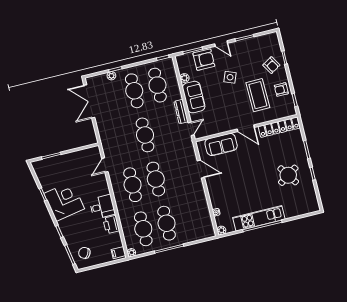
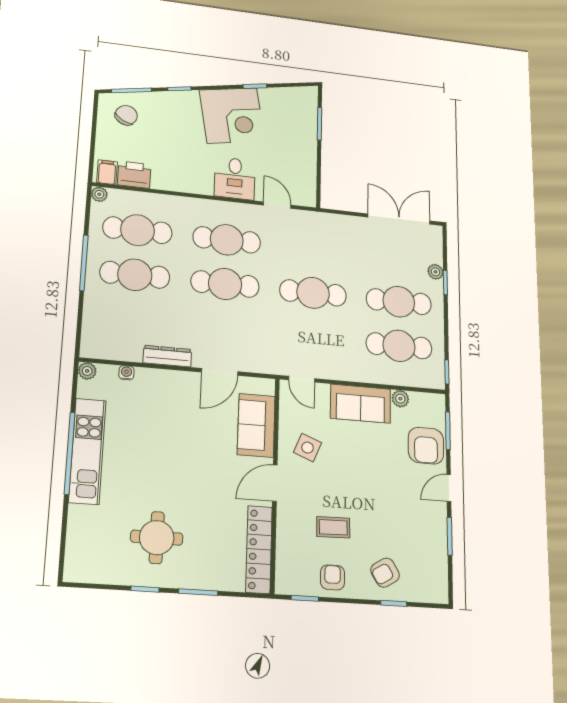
side table: (230, 77) -> (307, 448), moved
coffee table: (258, 95) -> (333, 527), width x0.54, depth x0.58
dresser: (181, 112) -> (167, 356), moved
round table: (288, 175) -> (157, 538), turned 34
desk: (102, 207) -> (235, 178), moved
printer: (111, 225) -> (134, 175), moved

